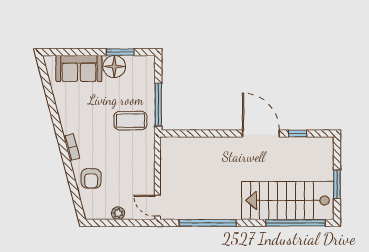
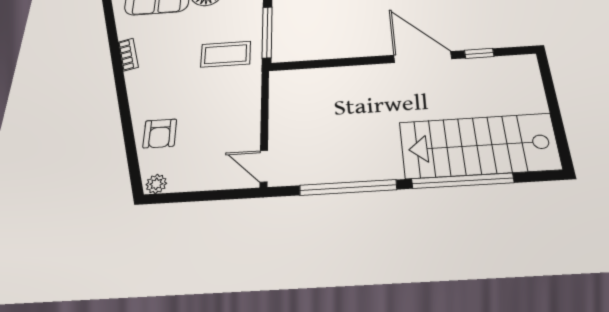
bookcase: (72, 147) -> (128, 54), moved
window: (337, 184) -> (556, 117), removed
plant: (118, 213) -> (156, 184), moved
window: (295, 223) -> (463, 181), moved

